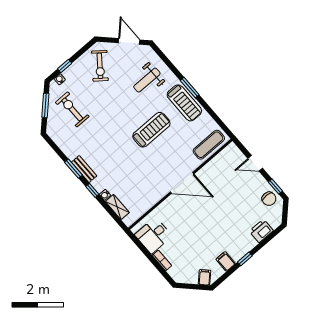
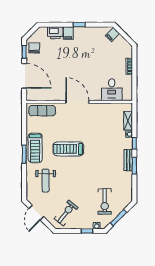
weight bench: (147, 80) -> (46, 181), turned 90
treadmill: (184, 103) -> (35, 148), turned 180
door: (255, 163) -> (24, 76), width x1.87
desk: (153, 235) -> (112, 90), moved, turned 90
filing cabinet: (226, 261) -> (68, 33), moved

